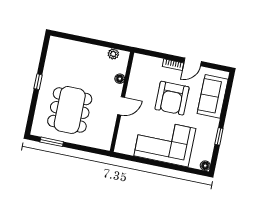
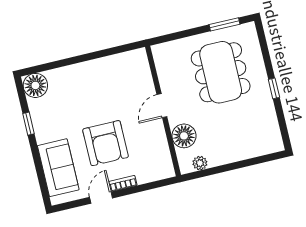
floor lamp: (120, 79) -> (184, 136), width x1.89, depth x1.89
armchair: (172, 98) -> (106, 143), turned 180
corner sofa: (165, 142) -> (90, 87), removed
floor lamp: (205, 166) -> (35, 85), width x1.89, depth x1.89

